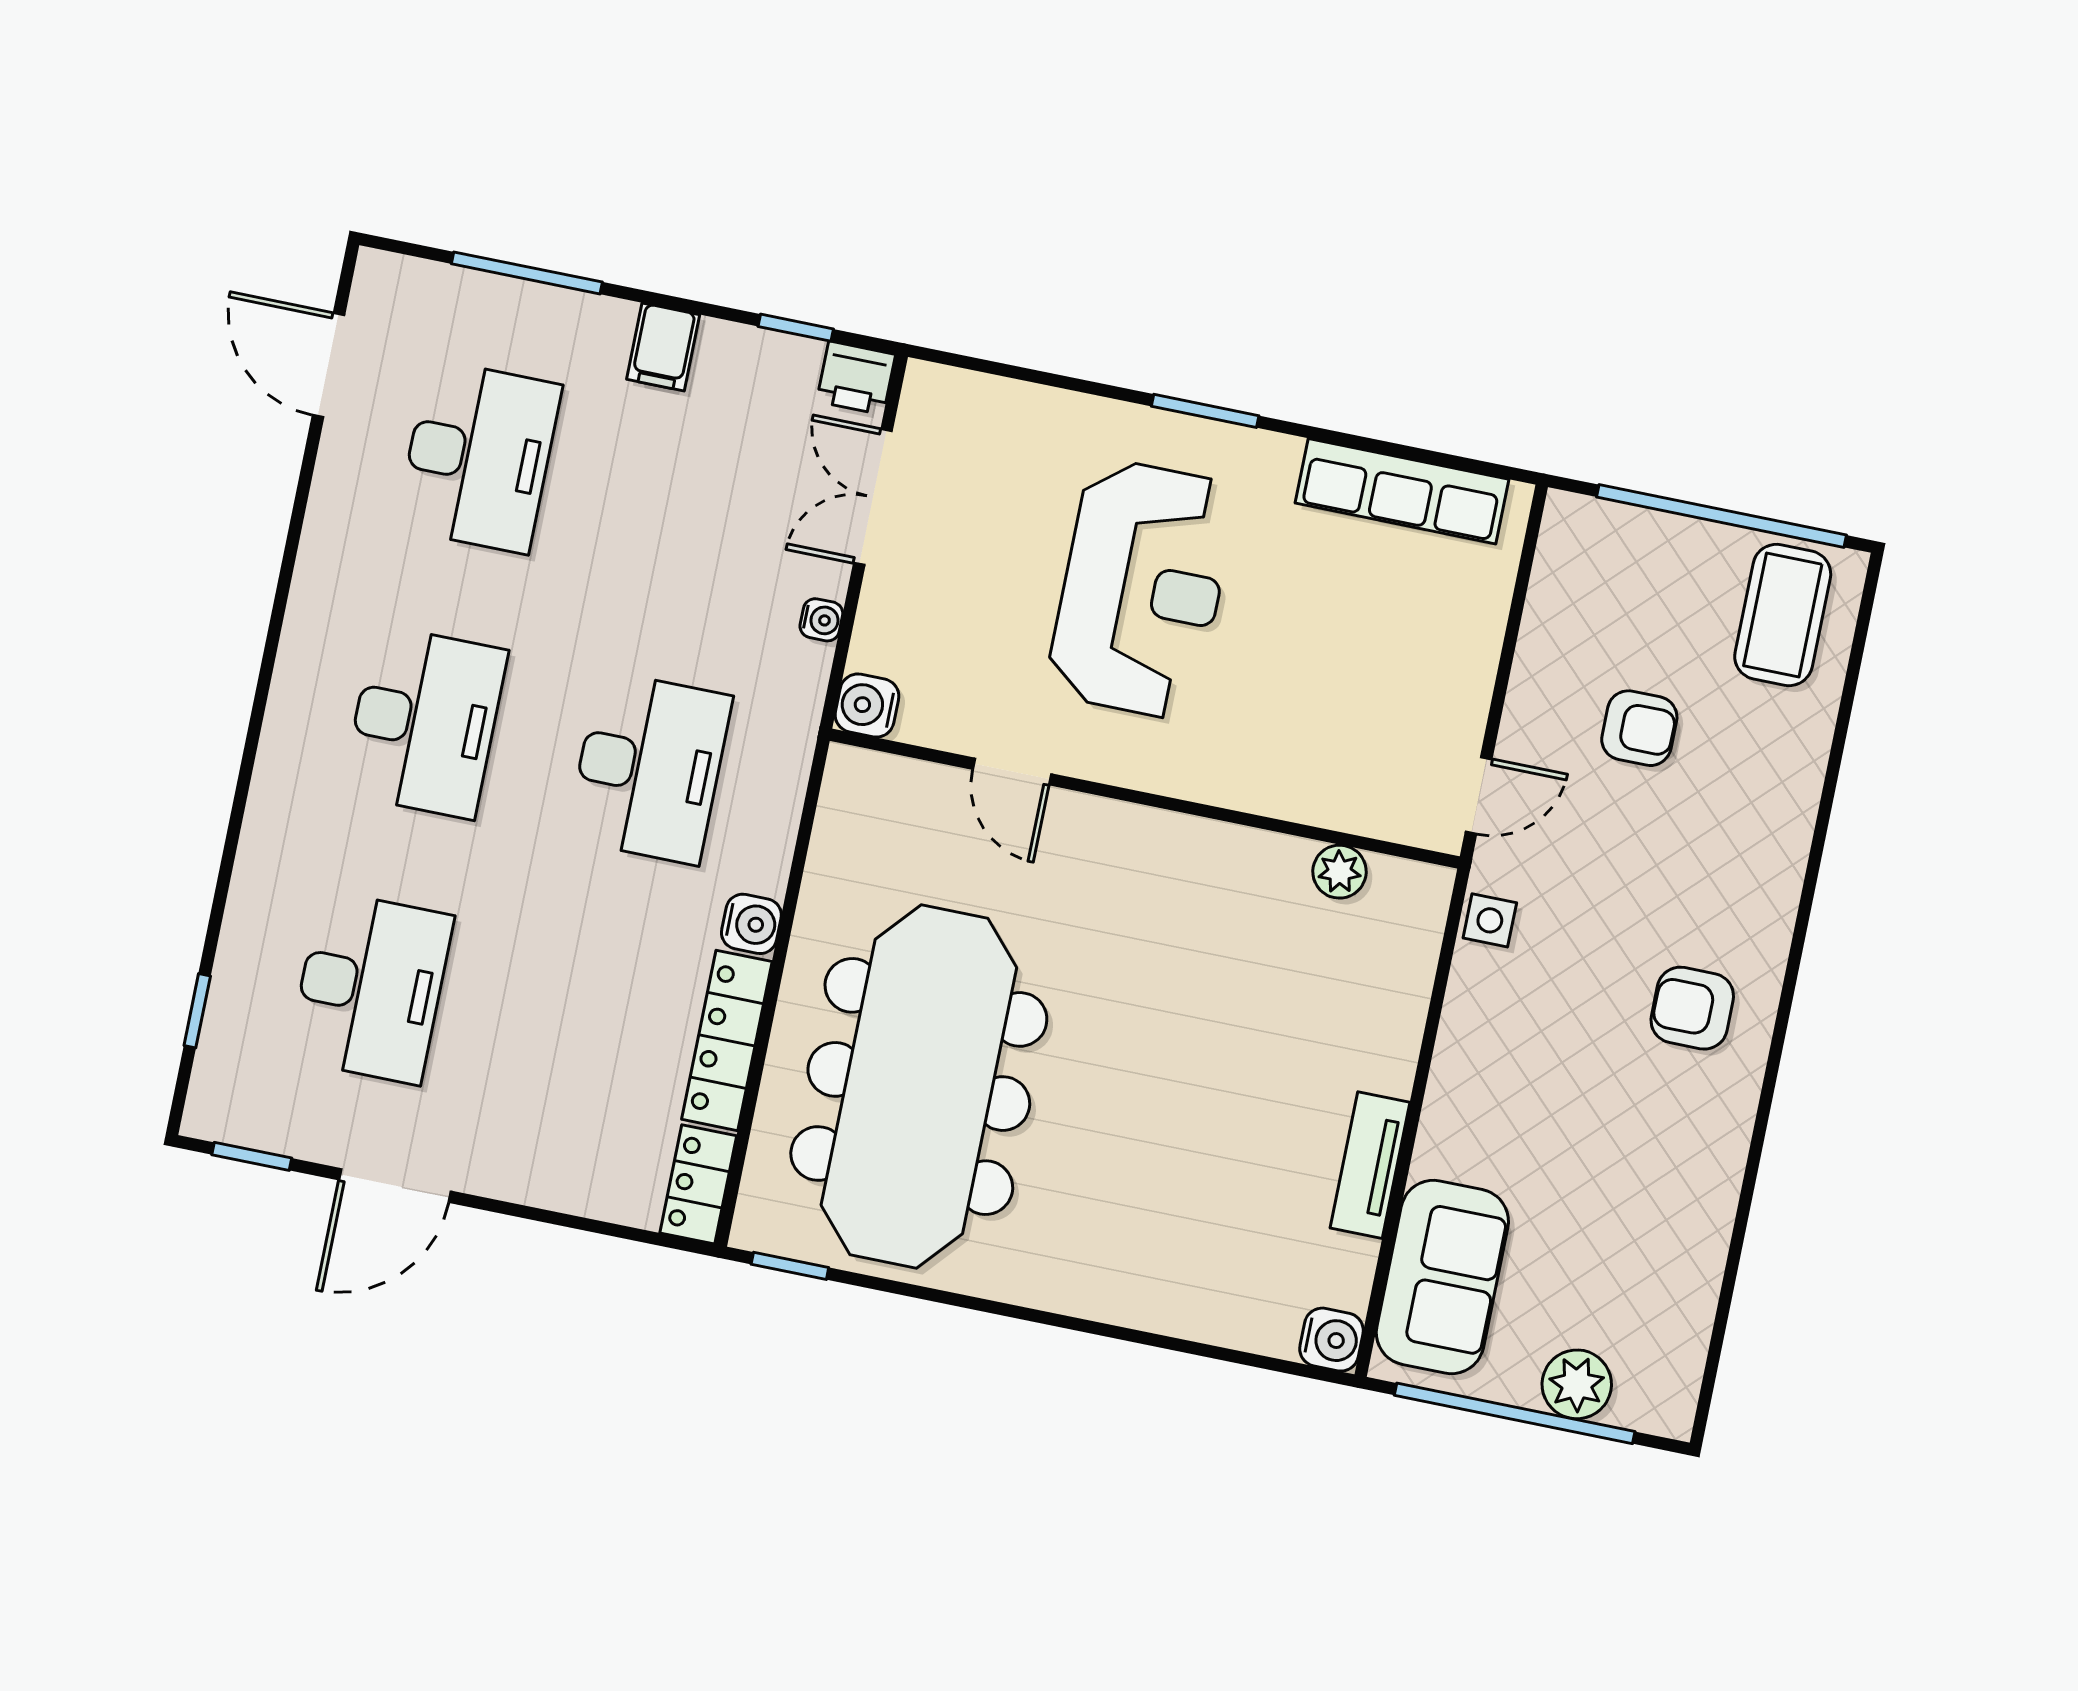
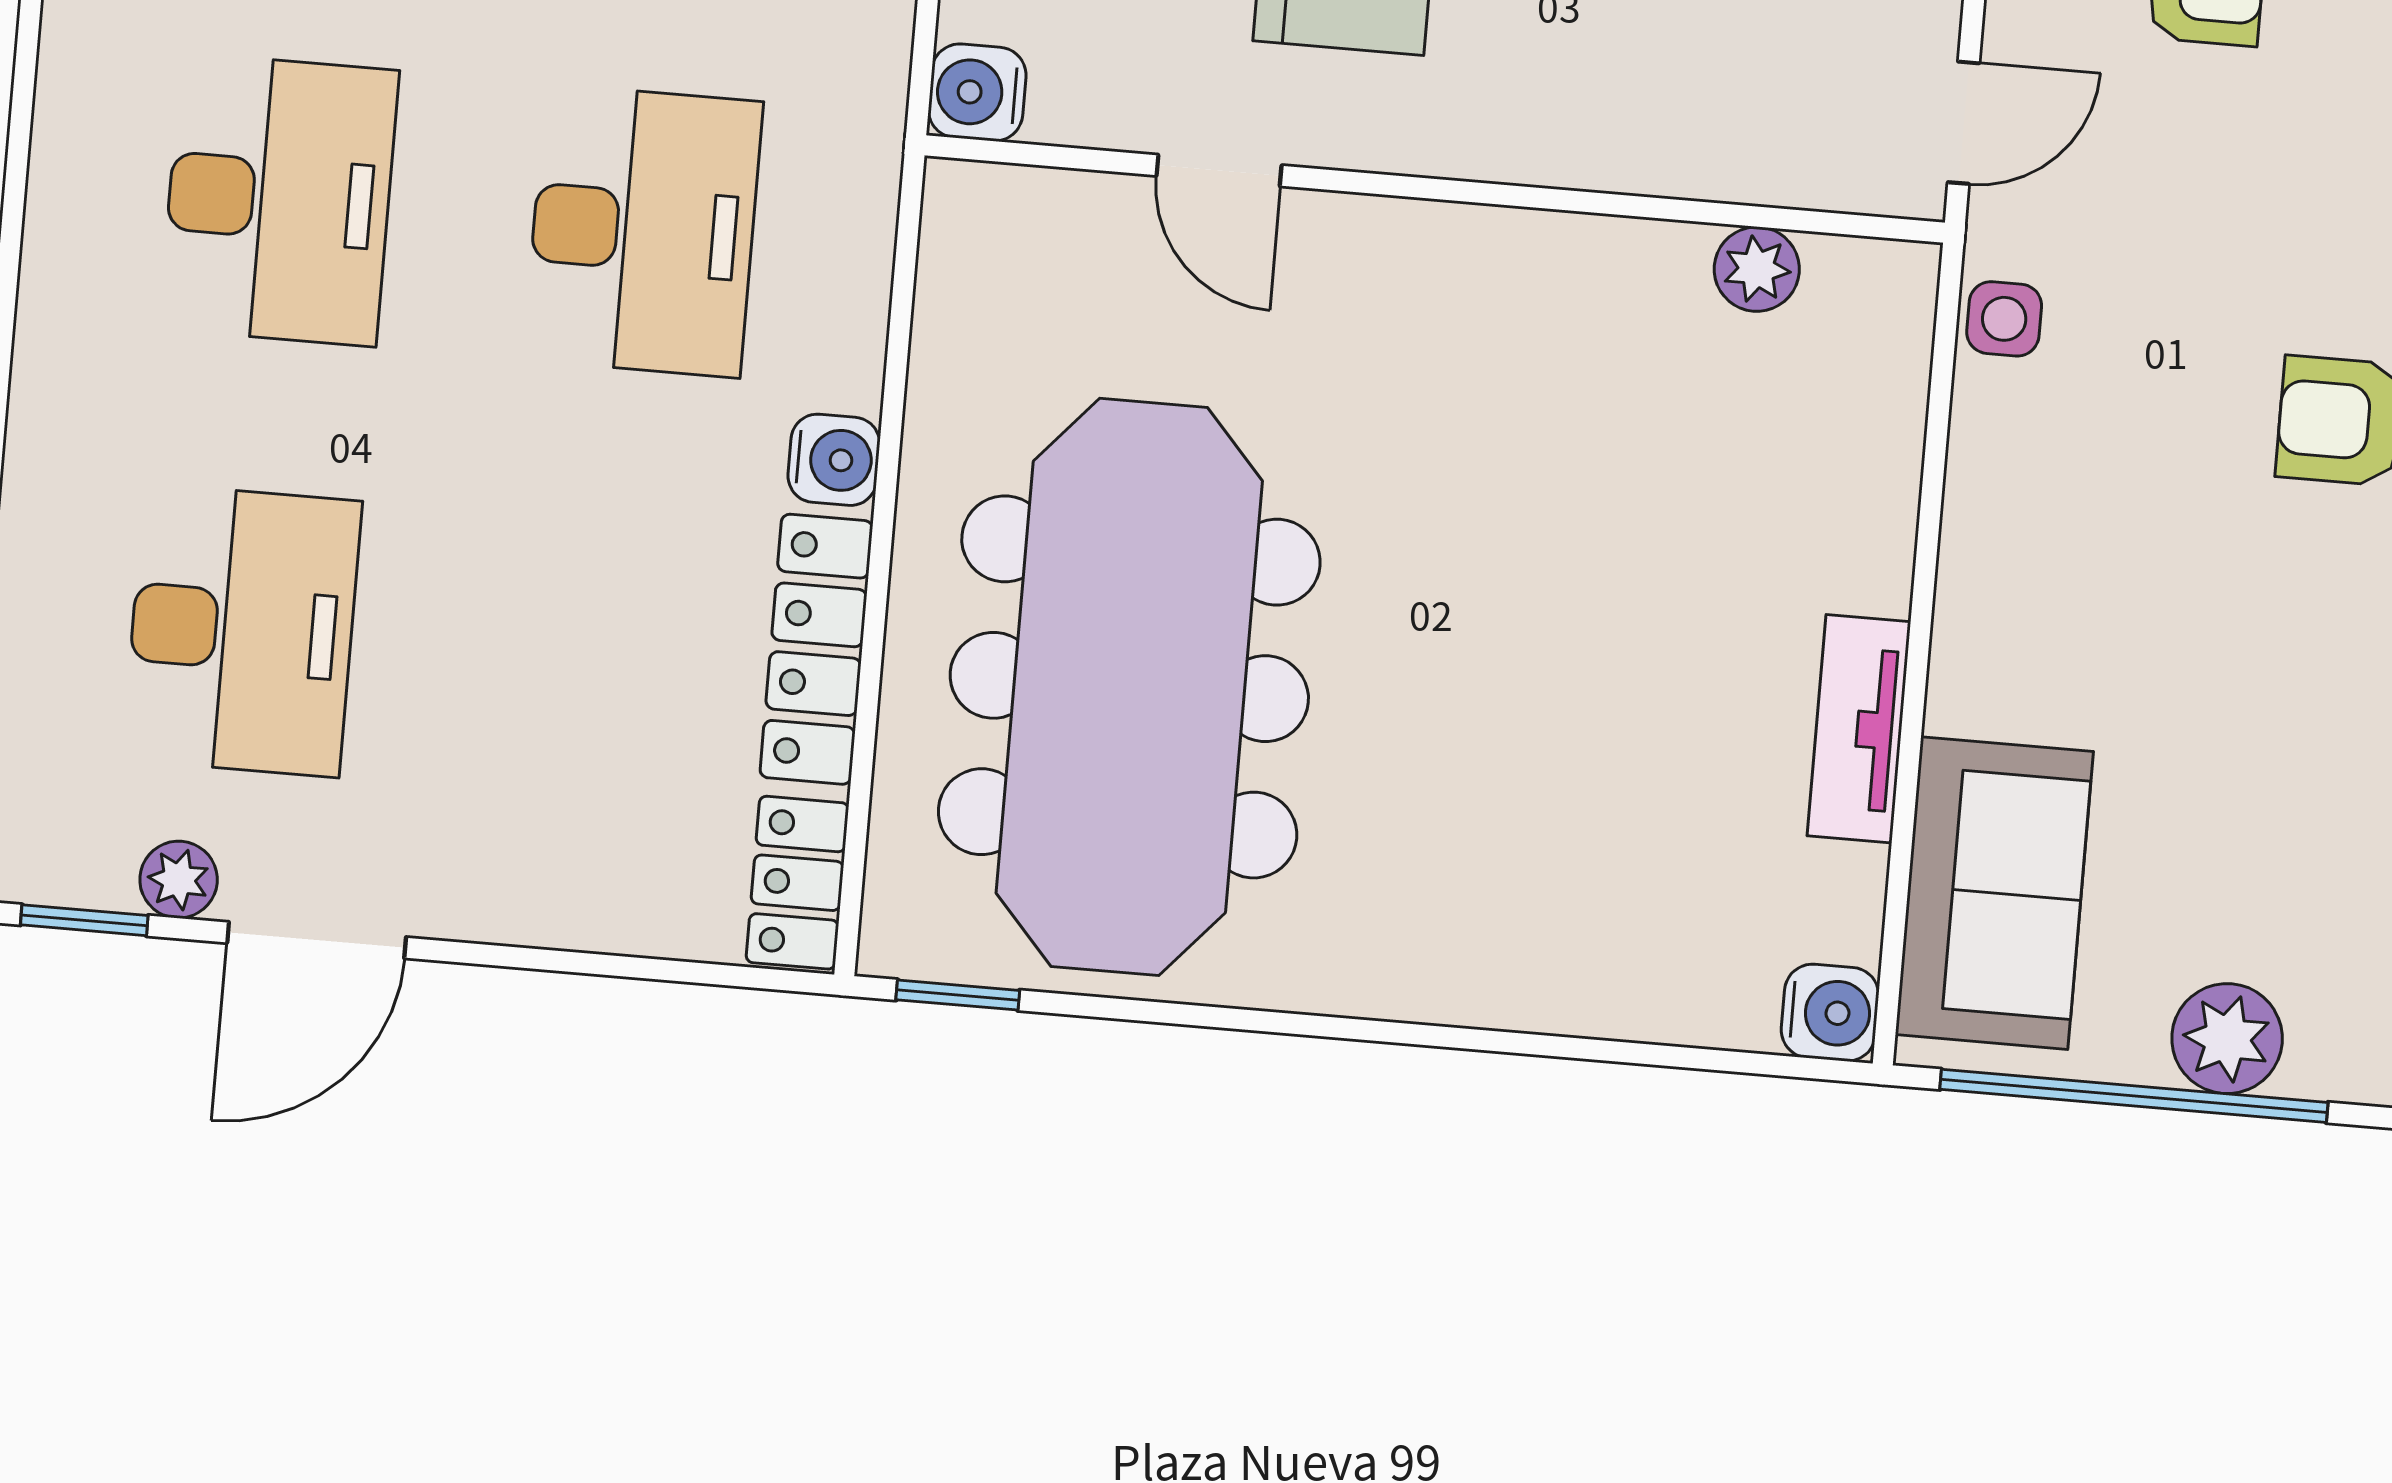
plant: (313, 1138) -> (179, 880), added

